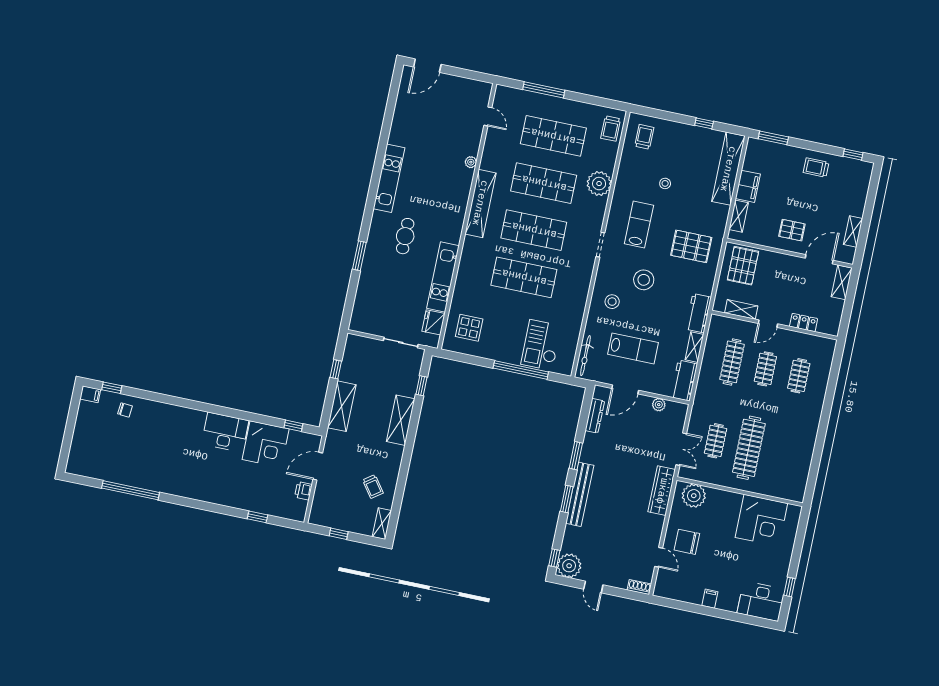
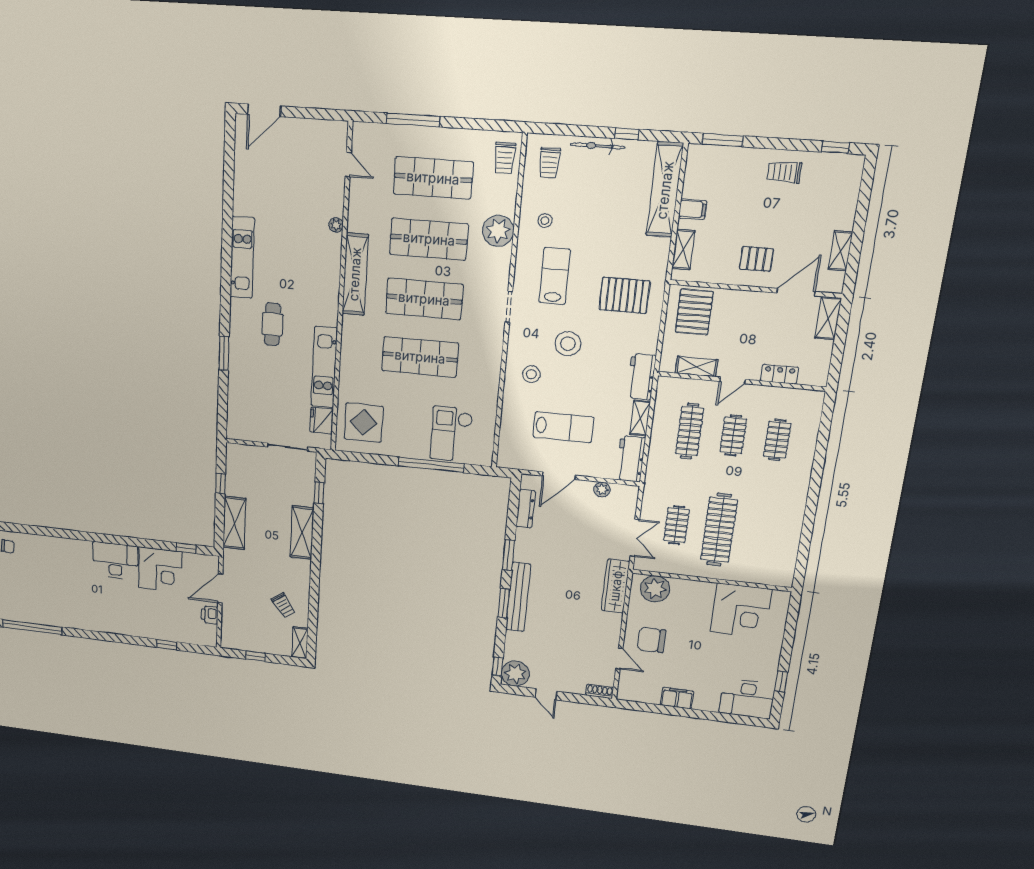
trolley: (644, 137) -> (549, 163), turned 180
stool: (665, 183) -> (545, 221), moved
filing cabinet: (748, 186) -> (693, 209), width x0.50
display table: (469, 328) -> (364, 423), width x1.36, depth x1.36
bicycle: (585, 356) -> (598, 146), moved, turned 90
filing cabinet: (710, 599) -> (677, 698), width x2.00

